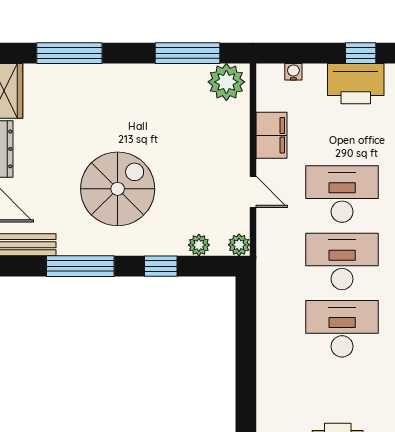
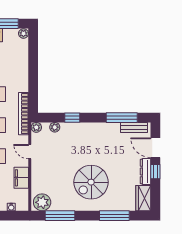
spiral stairs: (118, 189) -> (91, 182), moved
window: (80, 266) -> (122, 118), moved
bookcase: (267, 275) -> (24, 114), added

